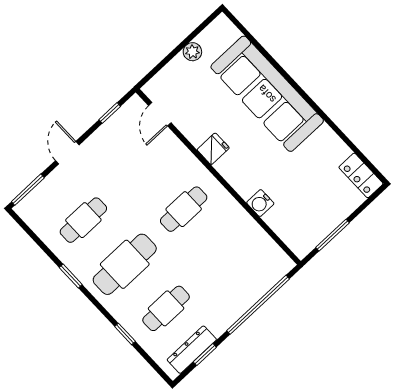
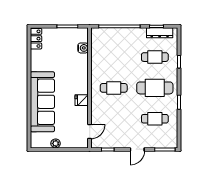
water cooler: (260, 203) -> (83, 48), moved

